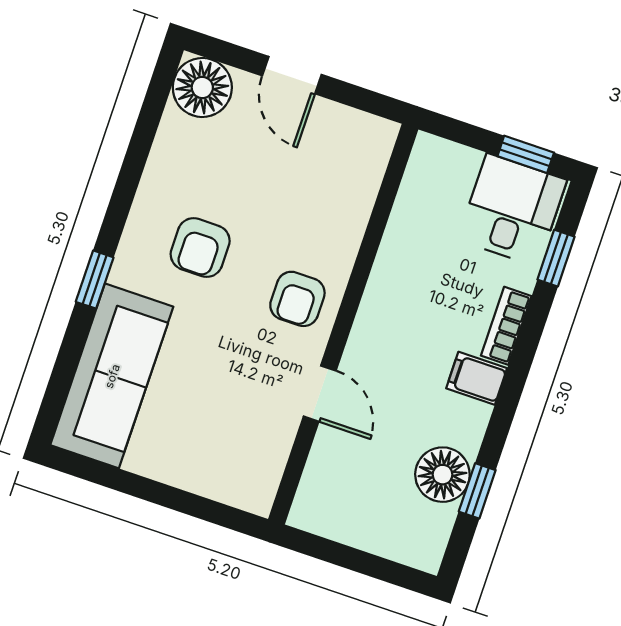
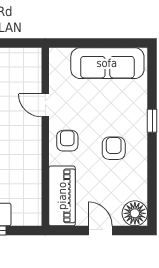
piano: (350, 181) -> (62, 196), added
sofa: (112, 376) -> (107, 63), moved, turned -90

